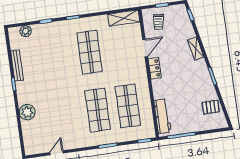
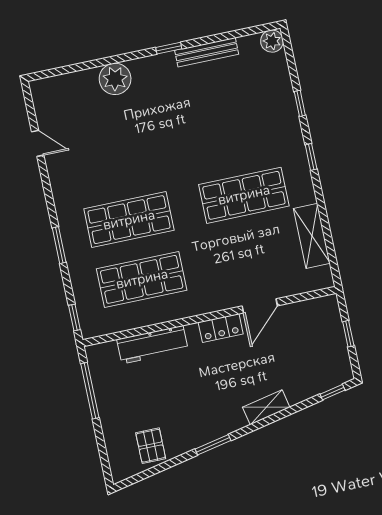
shelving: (124, 18) -> (312, 236), moved
trolley: (159, 22) -> (314, 330), removed
plant: (26, 31) -> (272, 41), moved
door: (145, 48) -> (260, 306), hinge flipped
workbench: (162, 116) -> (152, 345), moved

